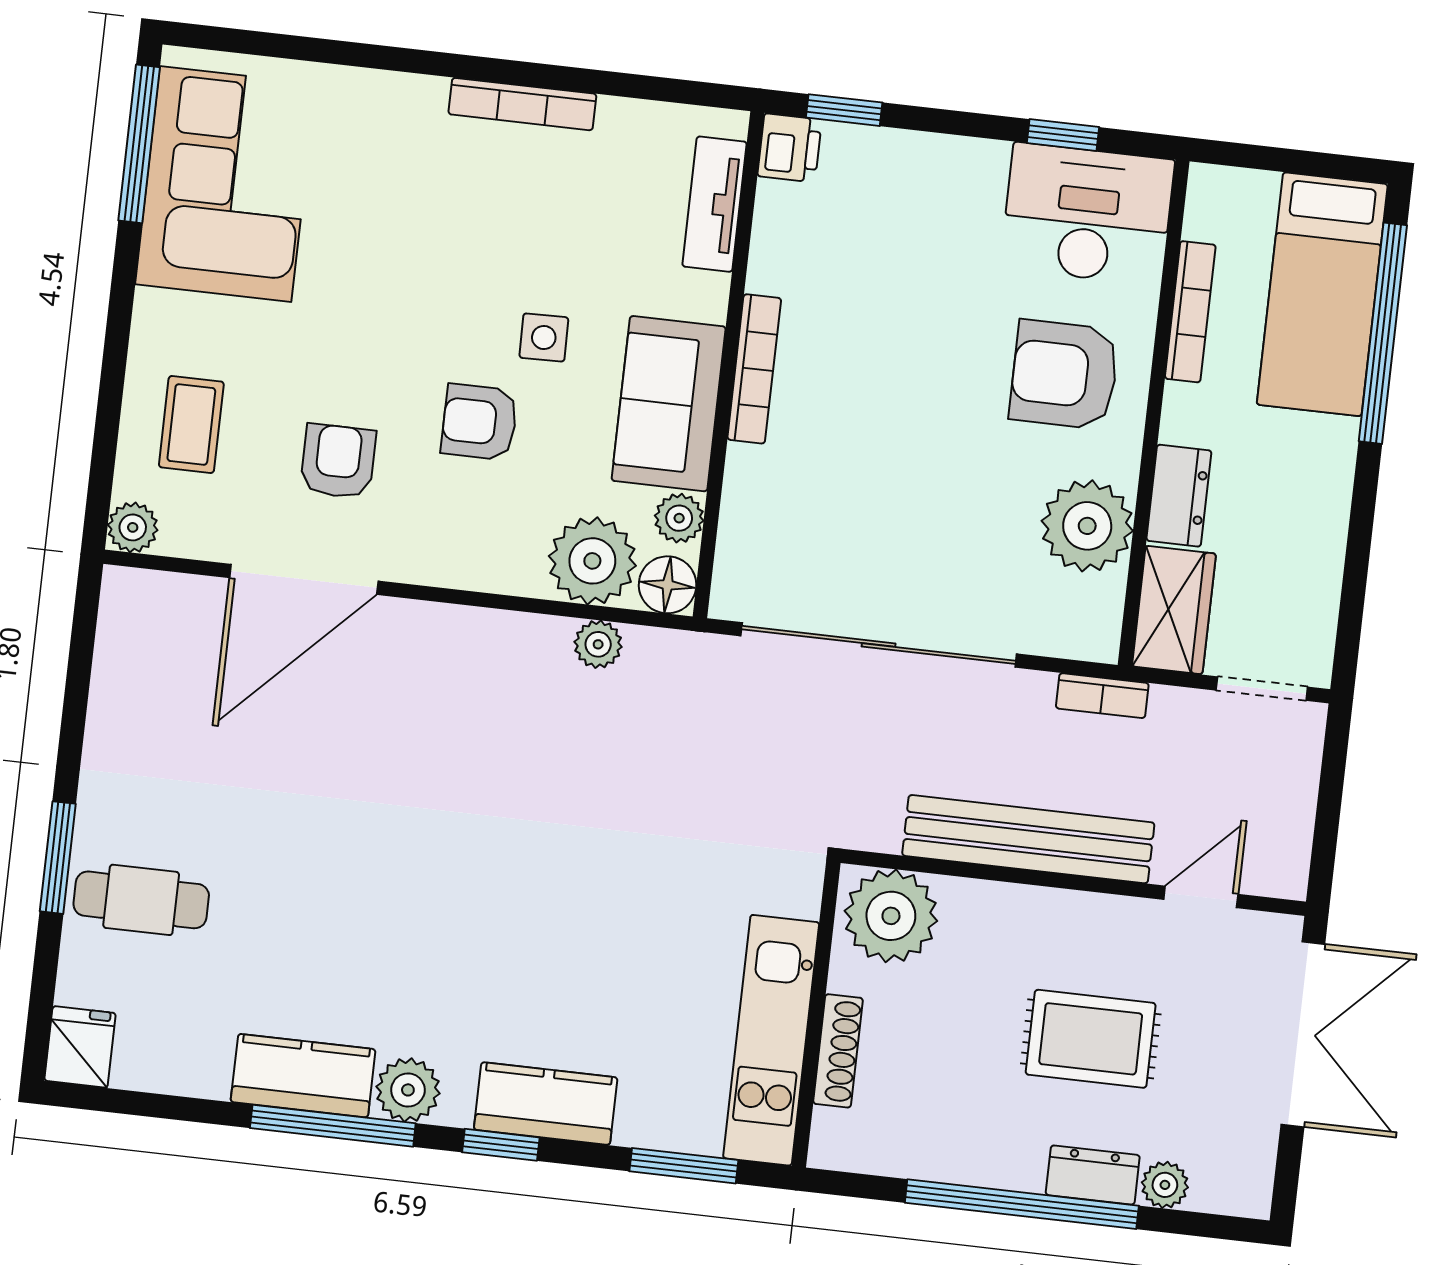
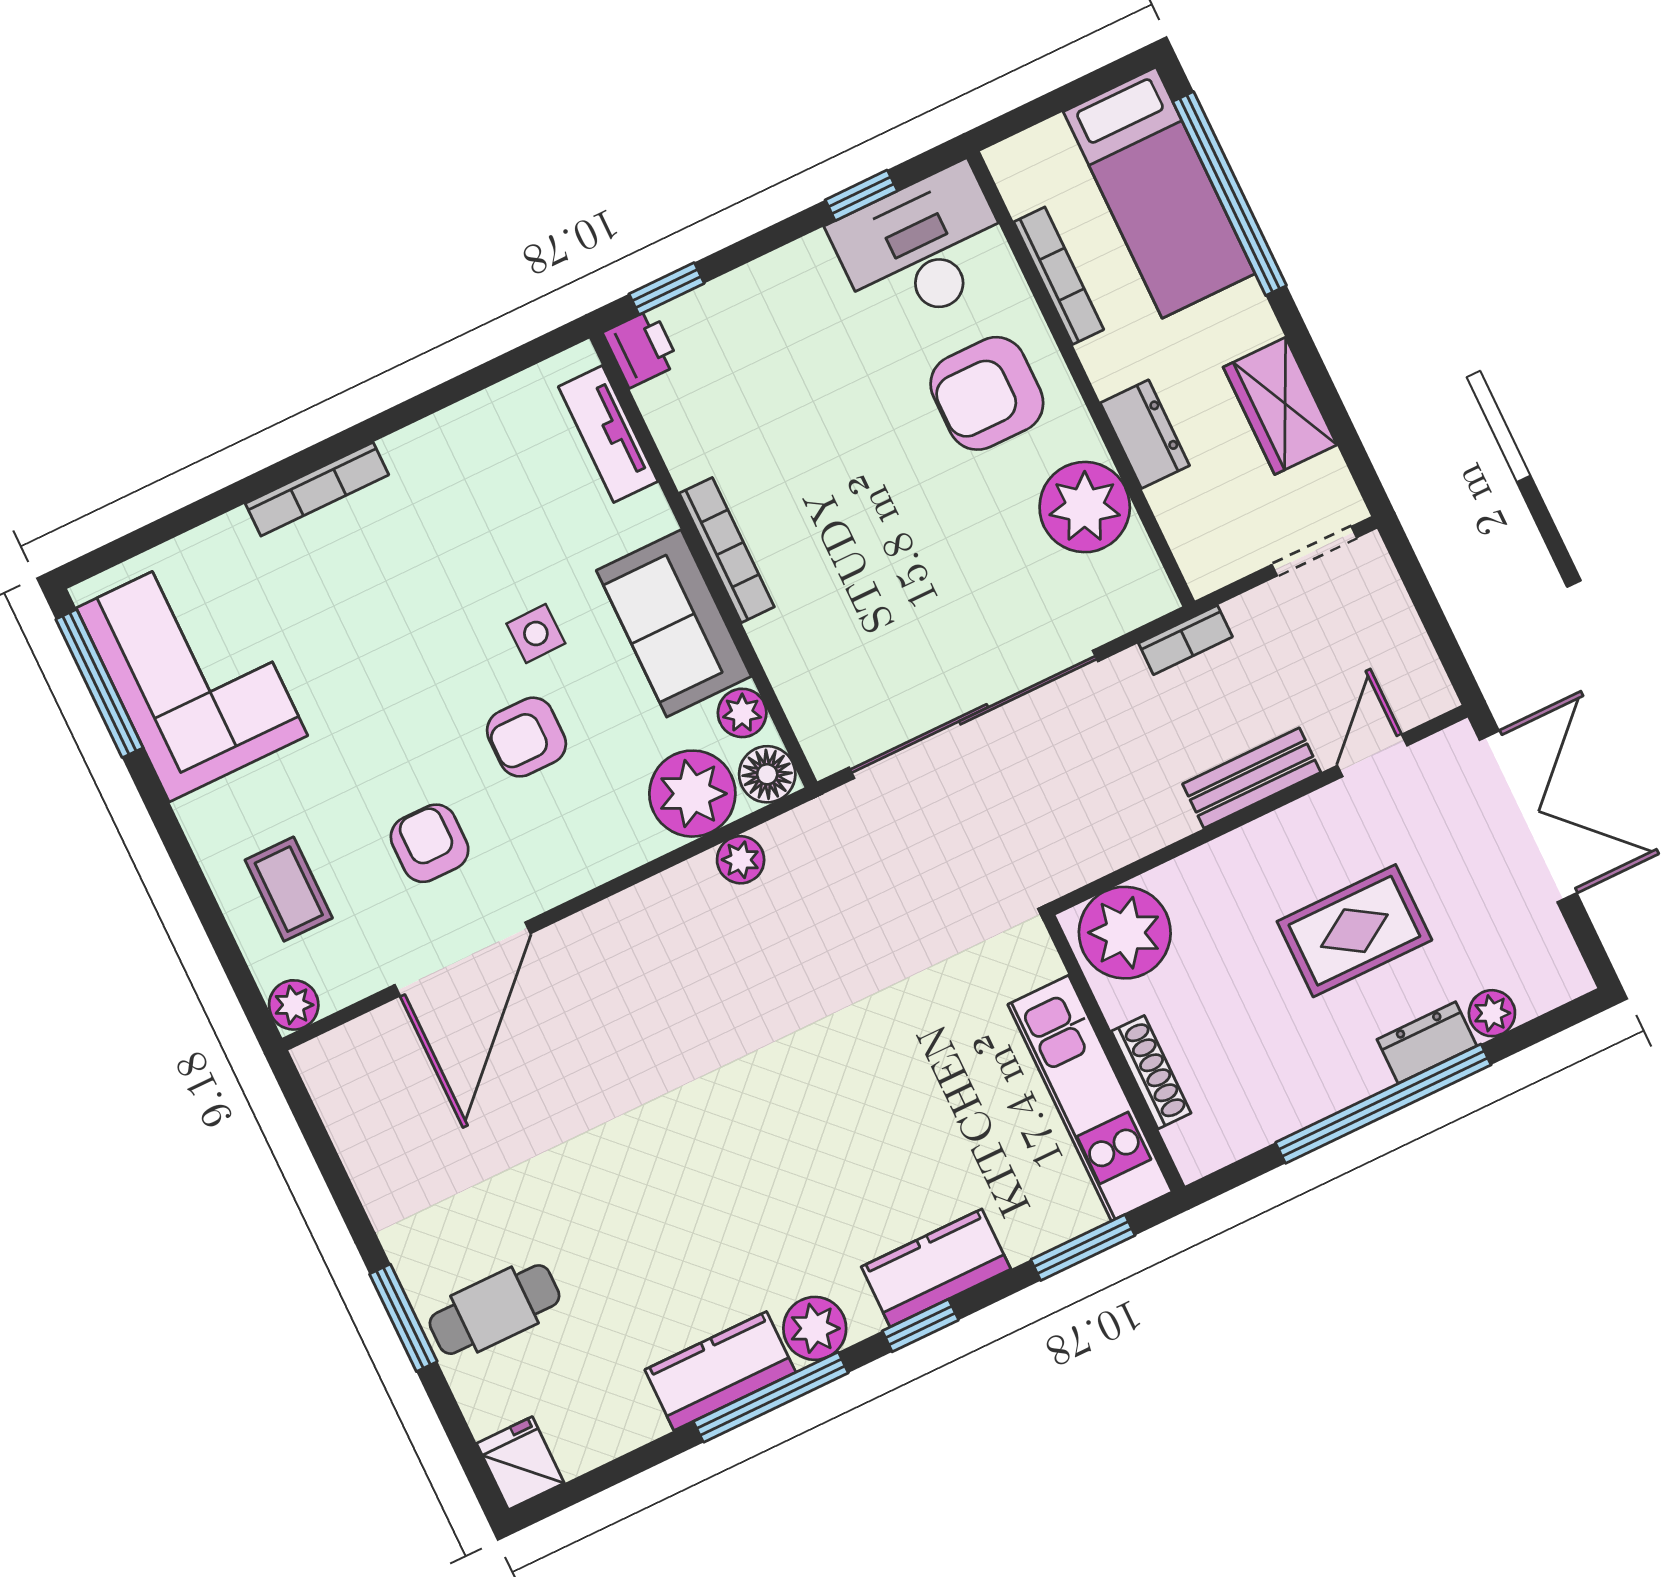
bookcase: (522, 104) -> (317, 489), moved
wardrobe: (1174, 610) -> (1280, 406), moved, turned 180
bench: (1028, 839) -> (1252, 778), width x0.54, depth x0.82

